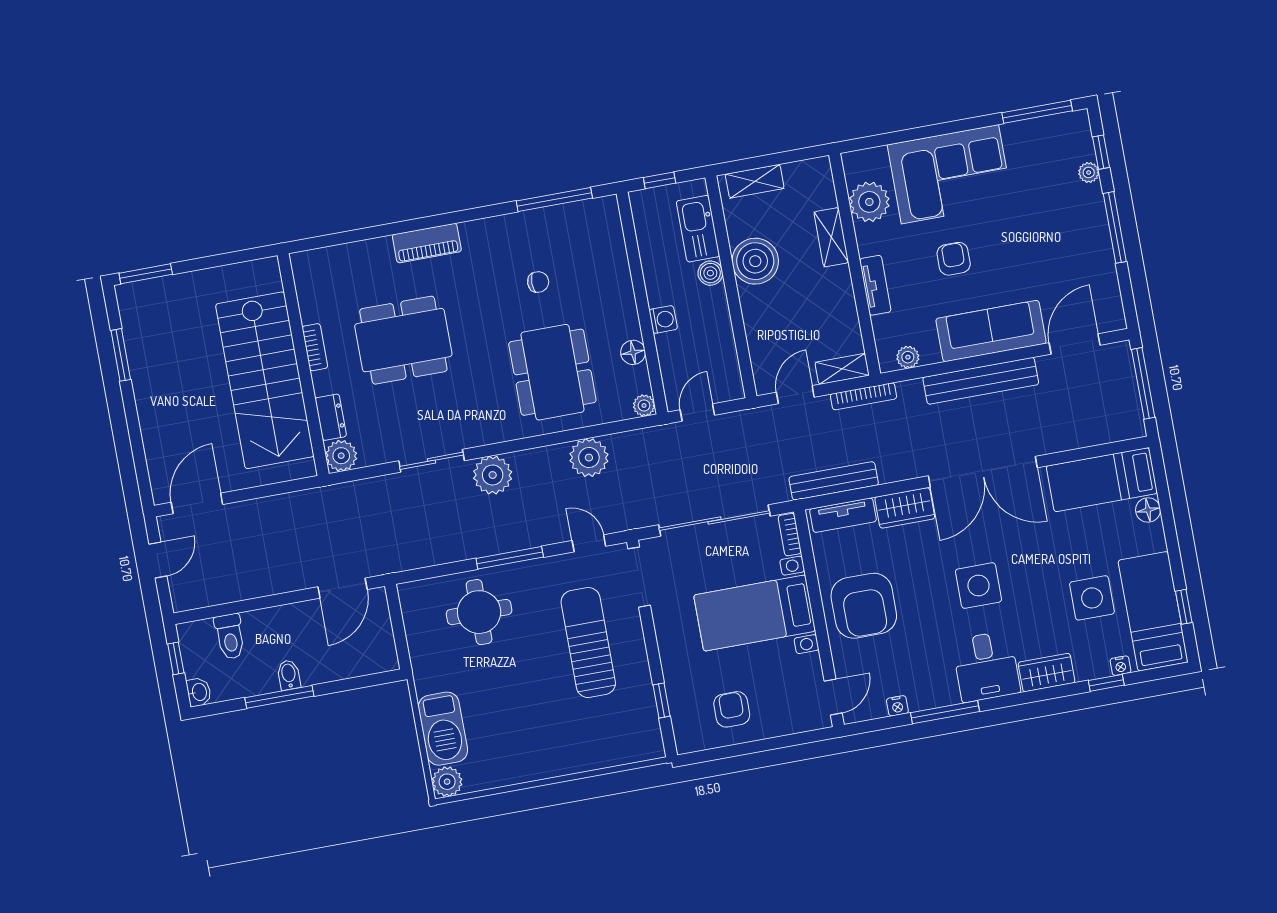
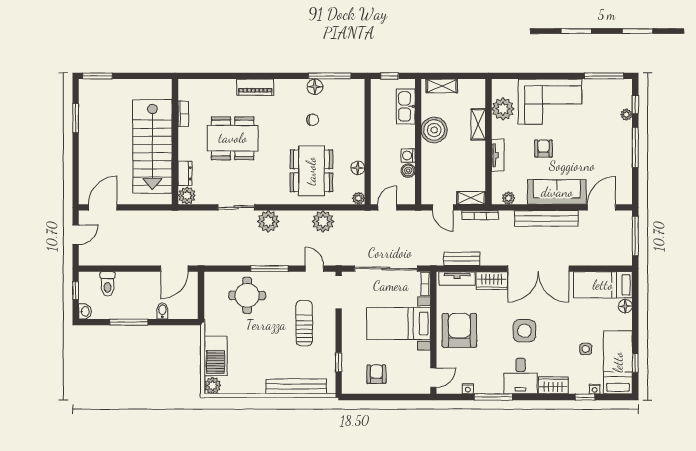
floor lamp: (532, 223) -> (315, 87), added
boiler: (710, 273) -> (408, 171), moved
washing machine: (663, 319) -> (408, 156), moved, turned 180
bookcase: (315, 347) -> (183, 114), moved
door: (795, 395) -> (443, 207), swing flipped
bench: (834, 481) -> (462, 259), width x0.73
side table: (1092, 598) -> (586, 349), width x0.54, depth x0.54
armchair: (864, 606) -> (459, 330), turned 180
sun lounger: (588, 643) -> (304, 323), width x0.73, depth x0.75
bidet: (289, 675) -> (162, 311), moved
bench: (594, 757) -> (296, 386), added

